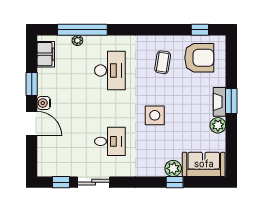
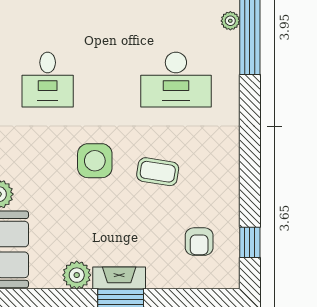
armchair: (199, 58) -> (199, 242), width x0.53, depth x0.53
coffee table: (163, 62) -> (158, 172), moved

